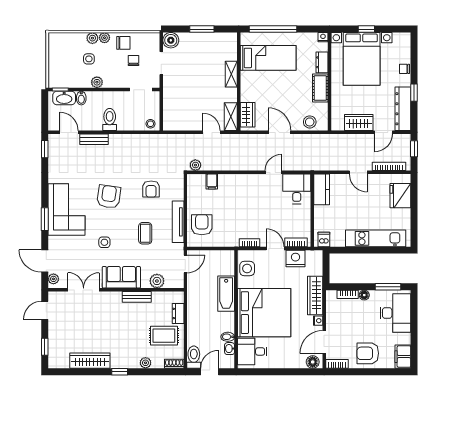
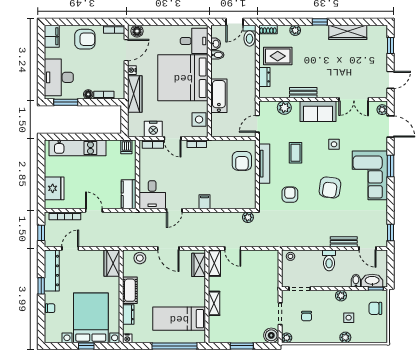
plant: (104, 38) -> (287, 338), moved
chair: (123, 43) -> (375, 308), moved
wardrobe: (359, 122) -> (112, 263), moved, turned 90
filing cabinet: (212, 181) -> (204, 202), moved

